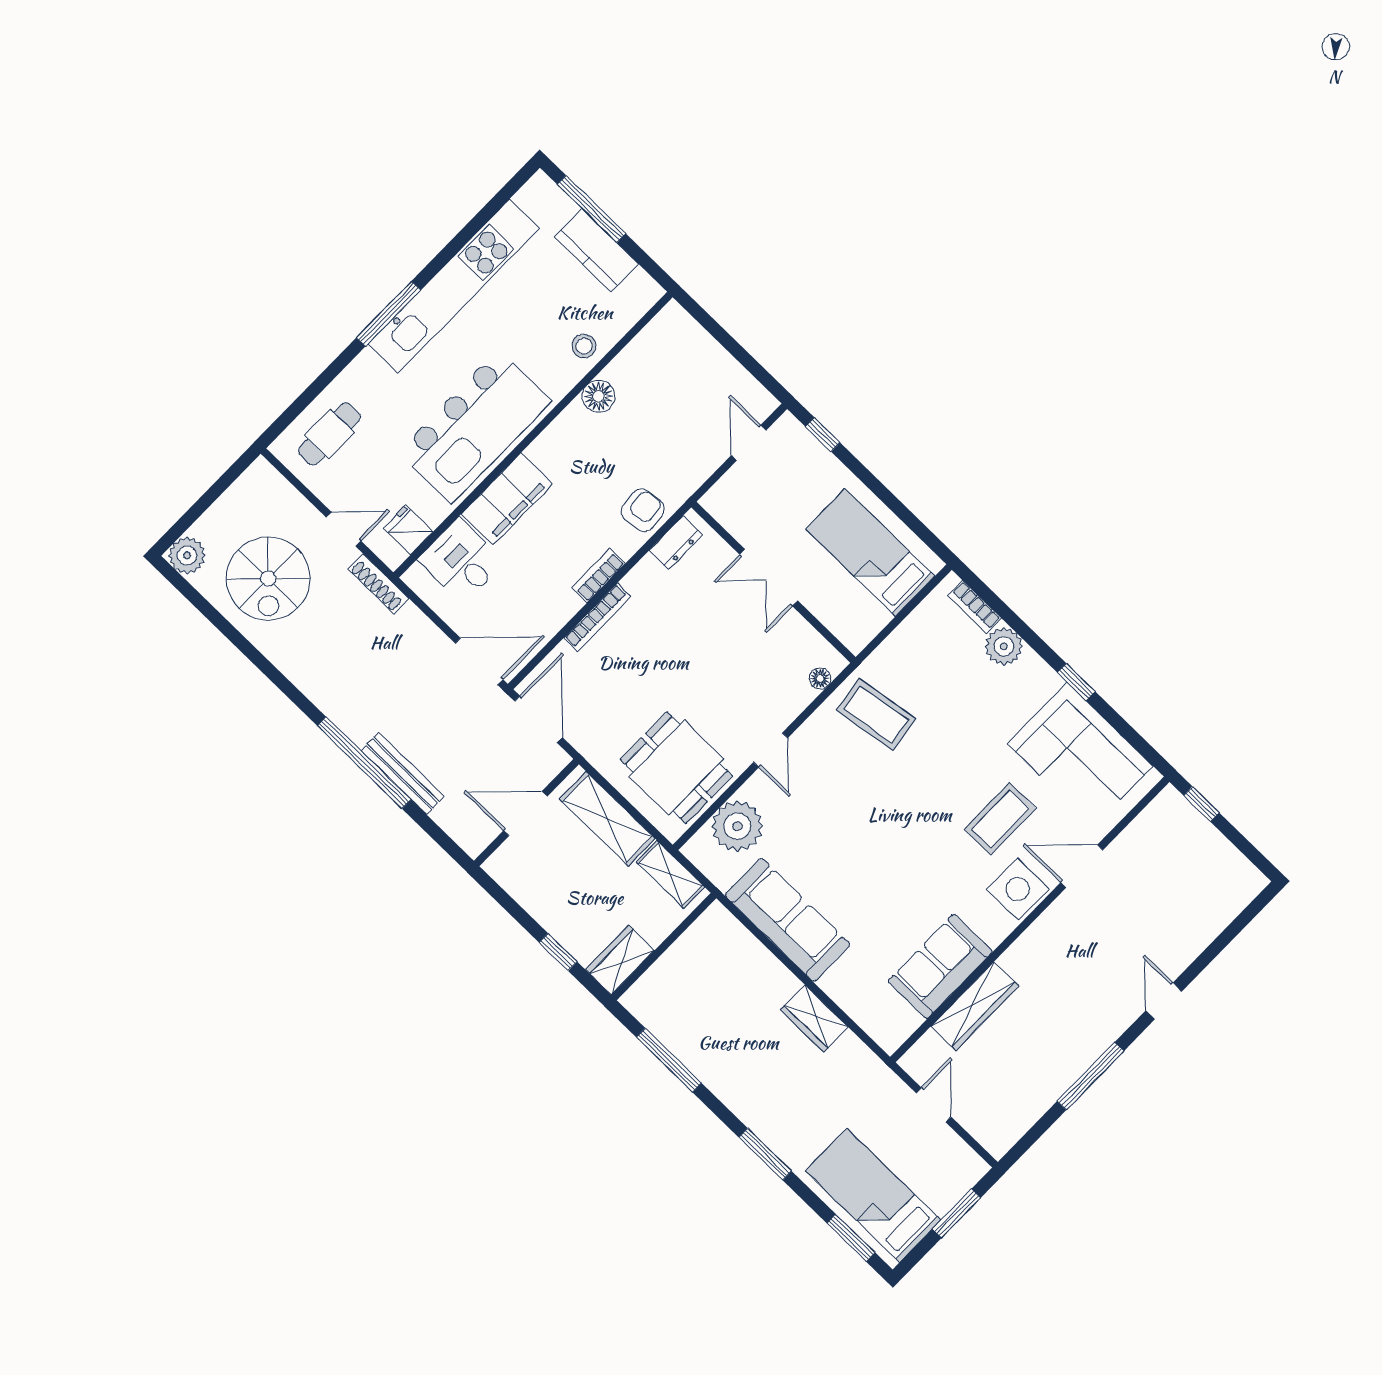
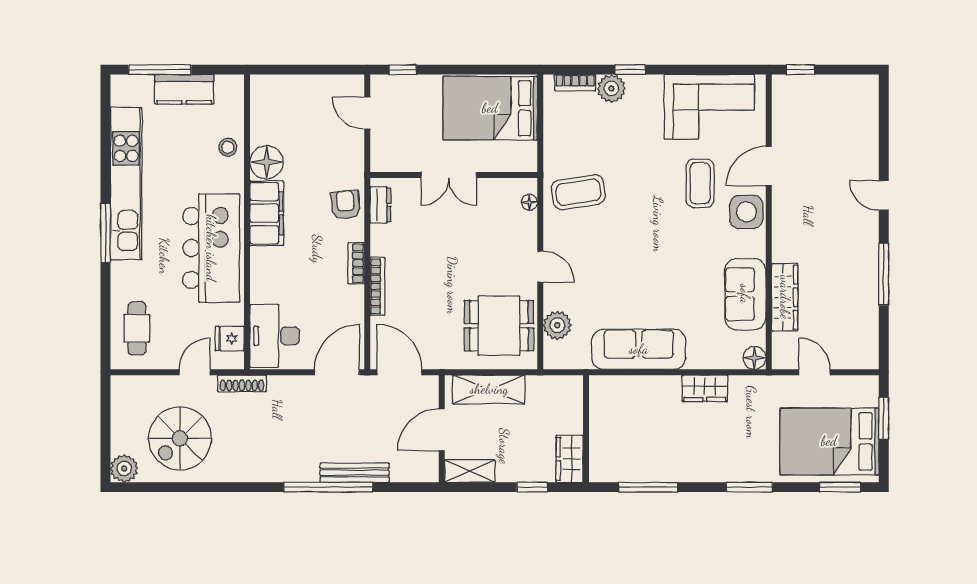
floor lamp: (599, 396) -> (267, 162), width x1.38, depth x1.38
filing cabinet: (507, 499) -> (267, 213), moved
bed: (870, 552) -> (490, 108), width x1.50
desk: (461, 561) -> (275, 336), width x1.37
spiral stairs: (268, 579) -> (180, 438), turned 90
window: (1076, 682) -> (630, 70), moved
plant: (737, 826) -> (557, 325), width x0.73, depth x0.73
shelving: (670, 874) -> (470, 471), moved
floor lamp: (890, 1036) -> (754, 358), added
bed: (873, 1195) -> (829, 441), width x1.50

